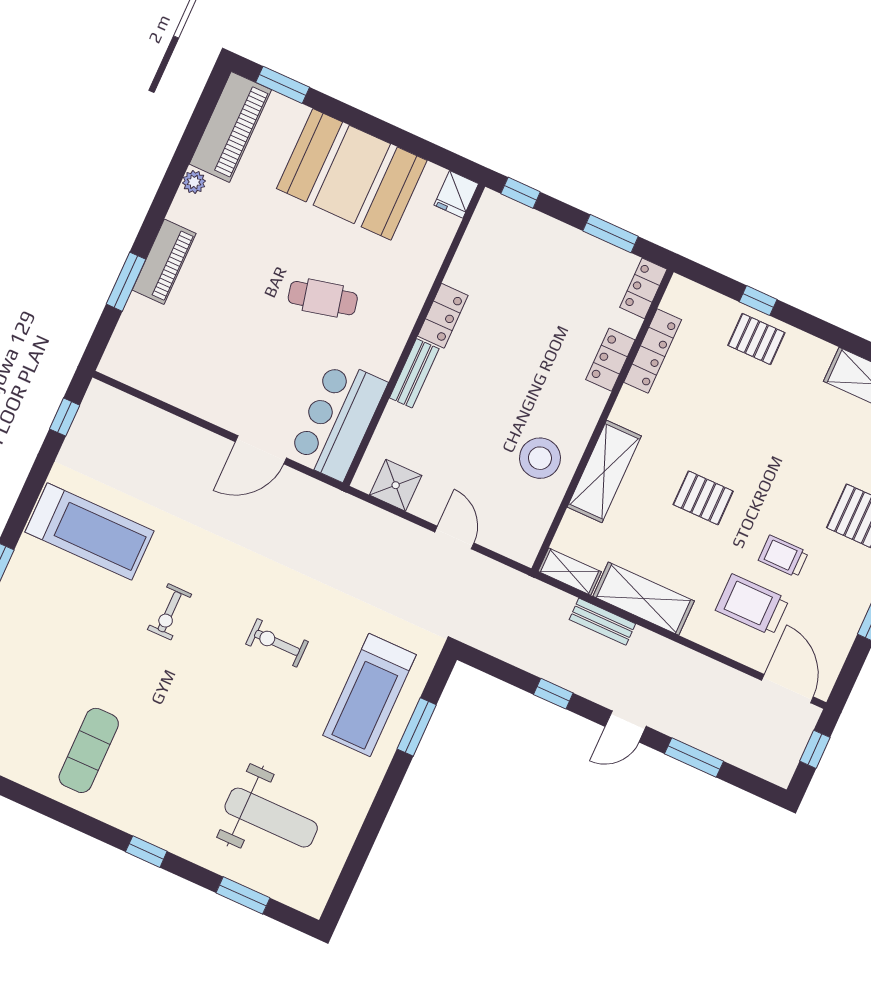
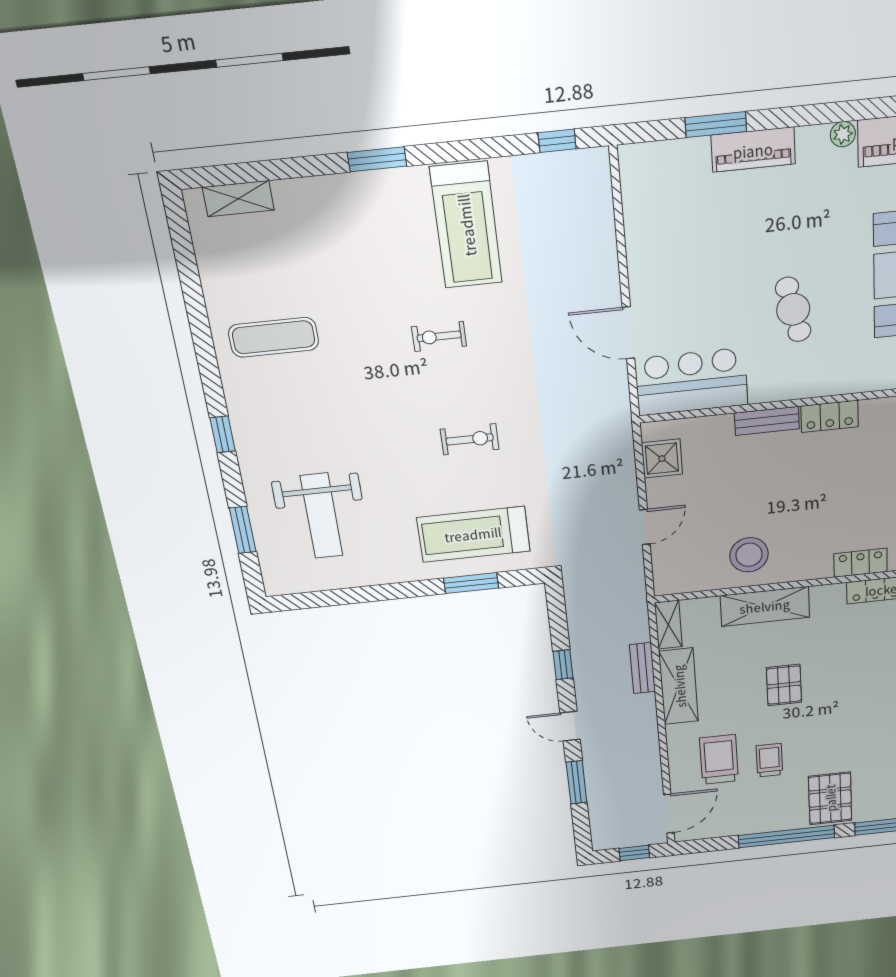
exercise bike: (277, 643) -> (470, 439), turned 90

